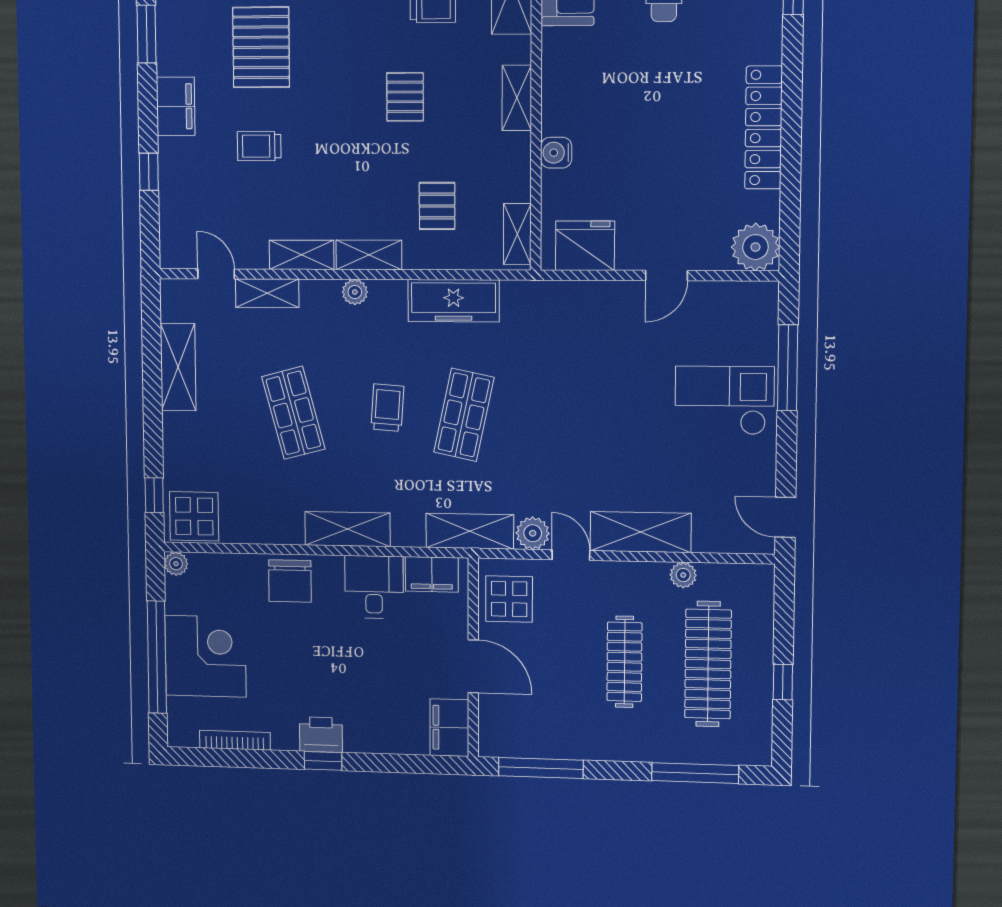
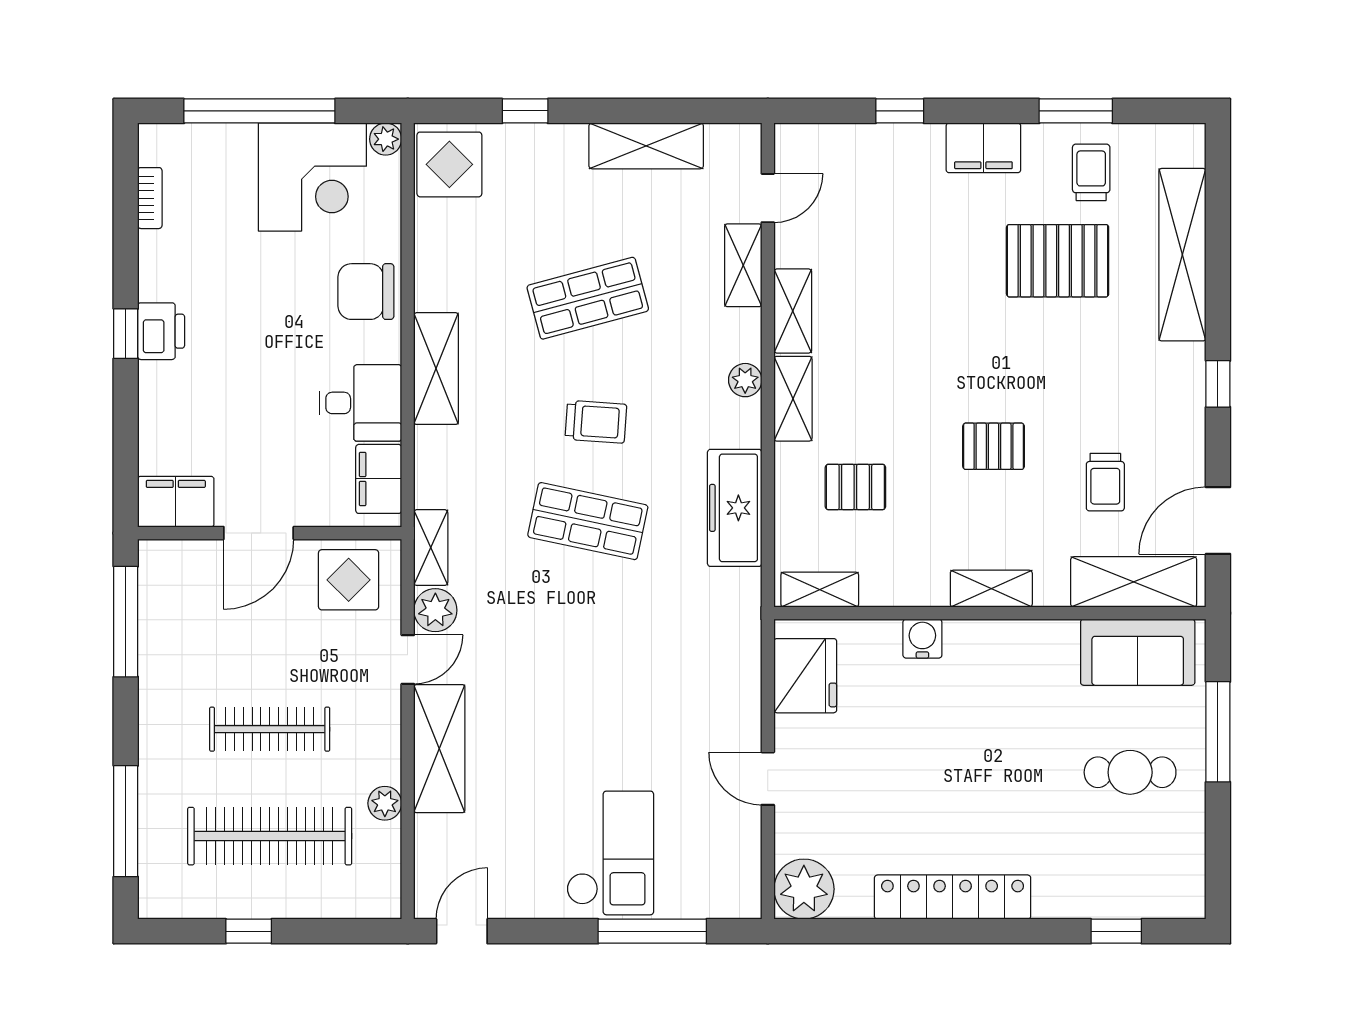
trolley: (259, 146) -> (1091, 172), moved
window: (154, 495) -> (525, 111), moved
shelving: (470, 531) -> (431, 548), width x0.67, depth x0.75
corner desk: (206, 656) -> (312, 177), moved
bookcase: (235, 740) -> (150, 198), width x0.64

